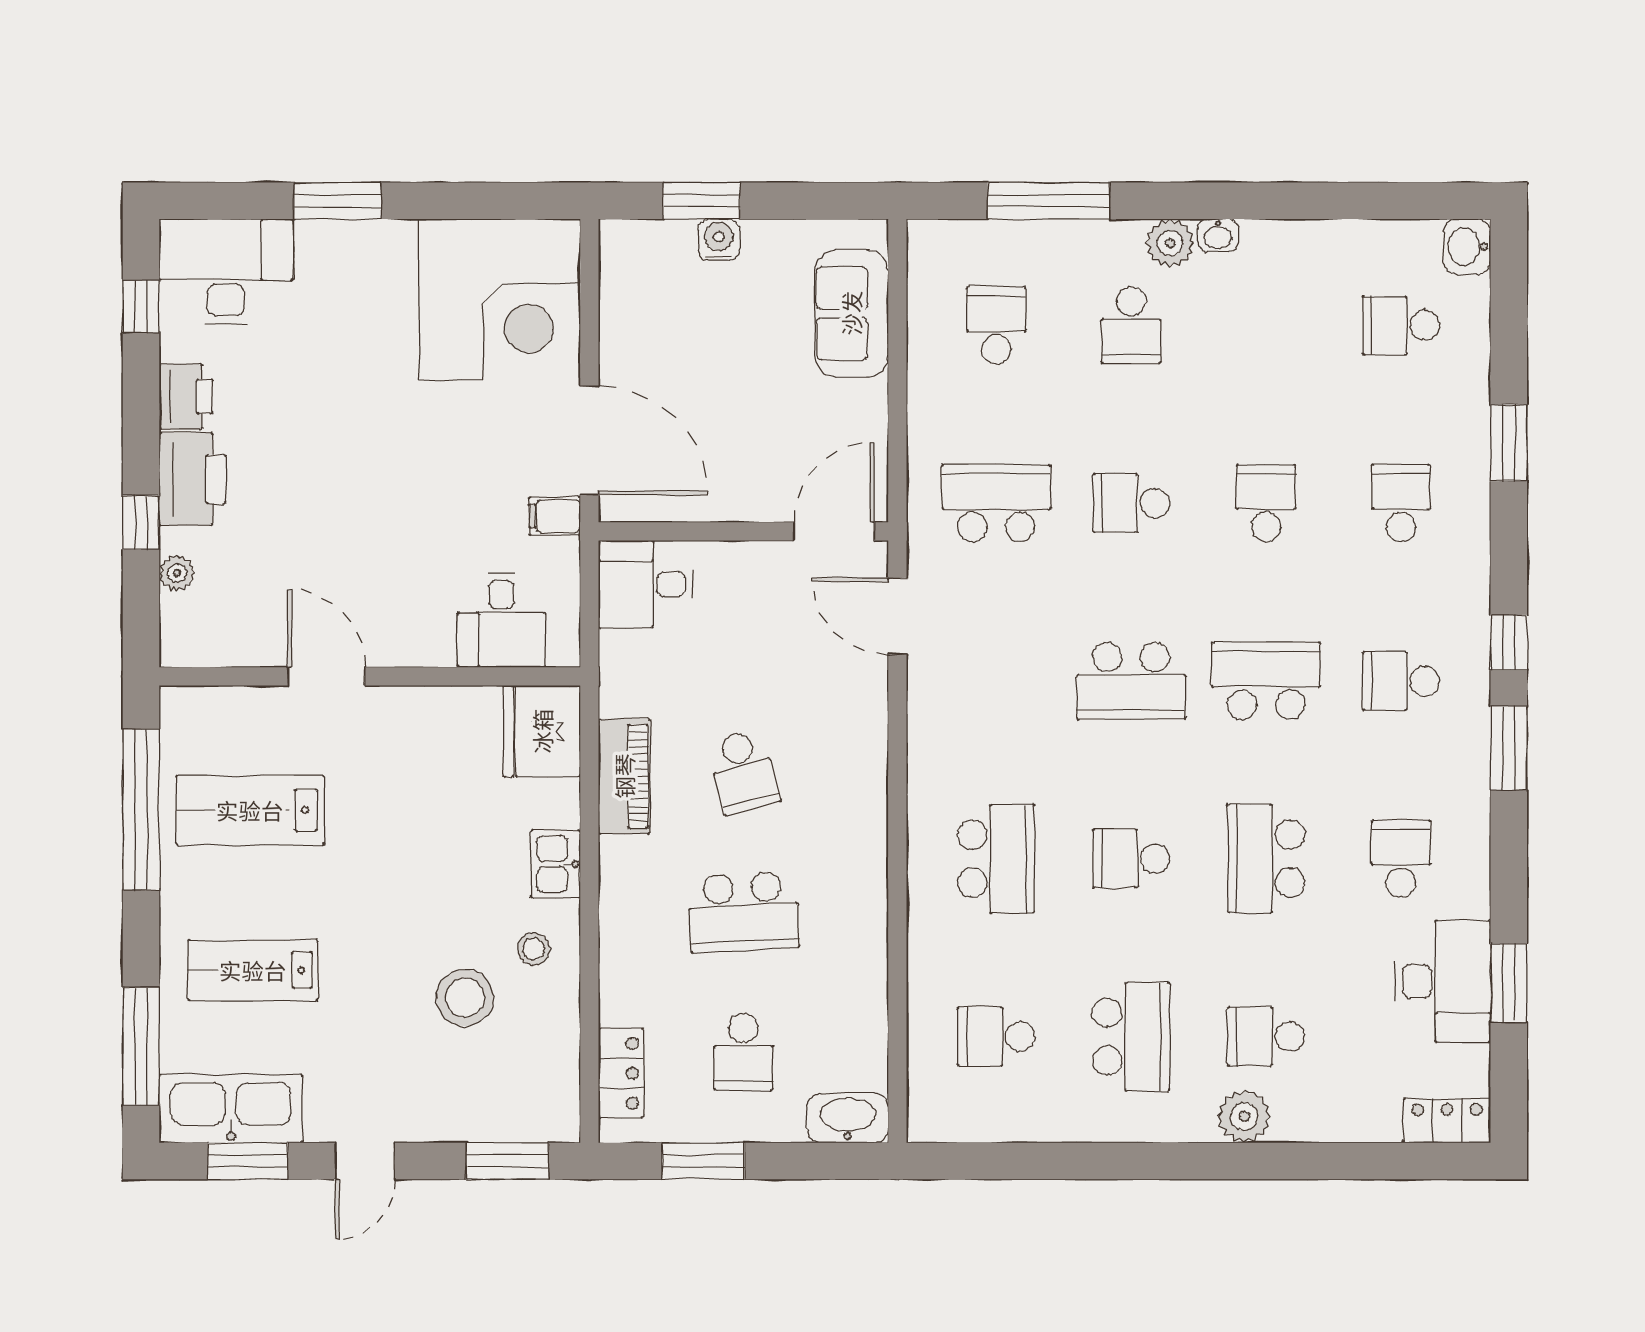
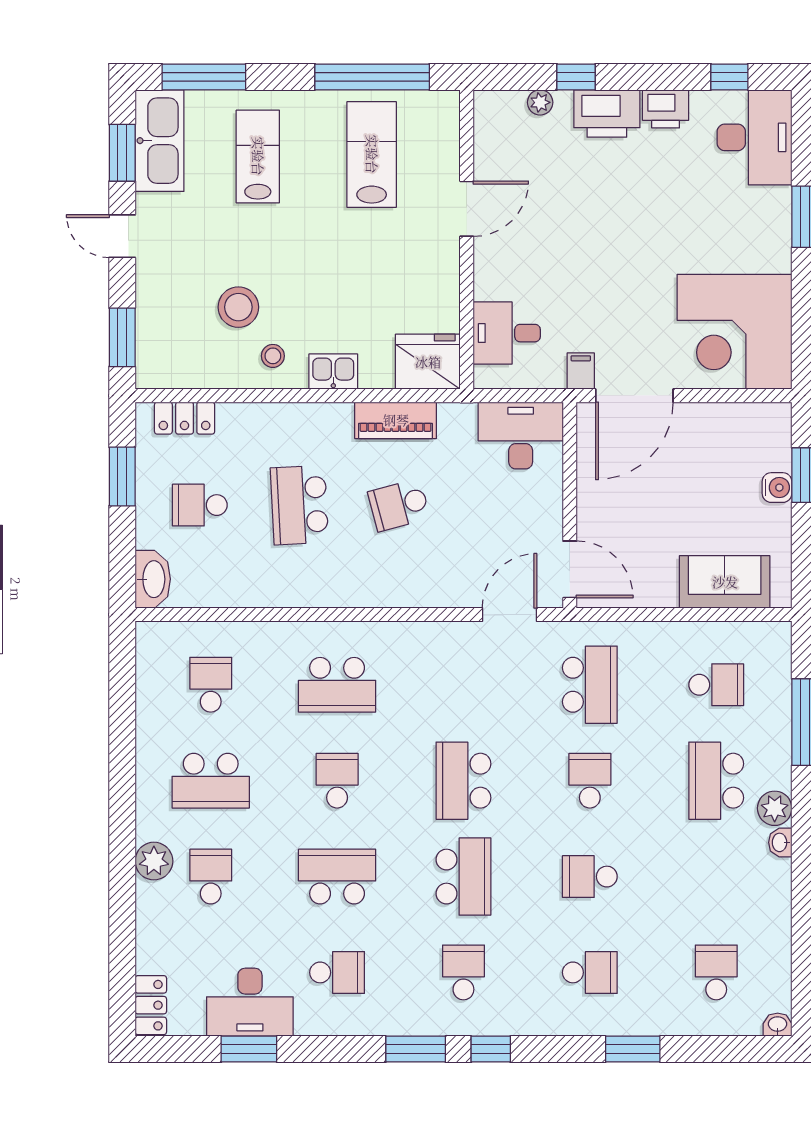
washbasin: (1467, 247) -> (778, 1025), width x0.72, depth x0.69
school desk: (1131, 325) -> (716, 781), width x1.85
school desk: (1266, 503) -> (590, 877), turned 180
desk: (646, 584) -> (521, 436), width x1.37

